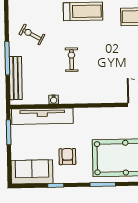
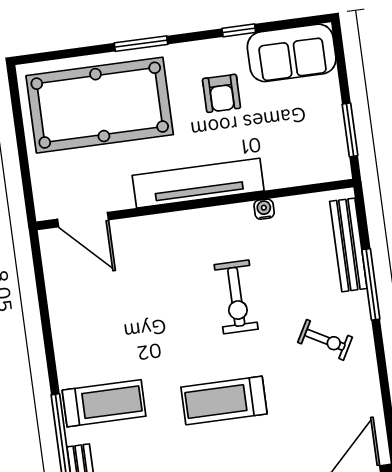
exercise bike: (72, 60) -> (236, 297), width x1.38, depth x1.39
tv unit: (42, 116) -> (198, 183), moved

